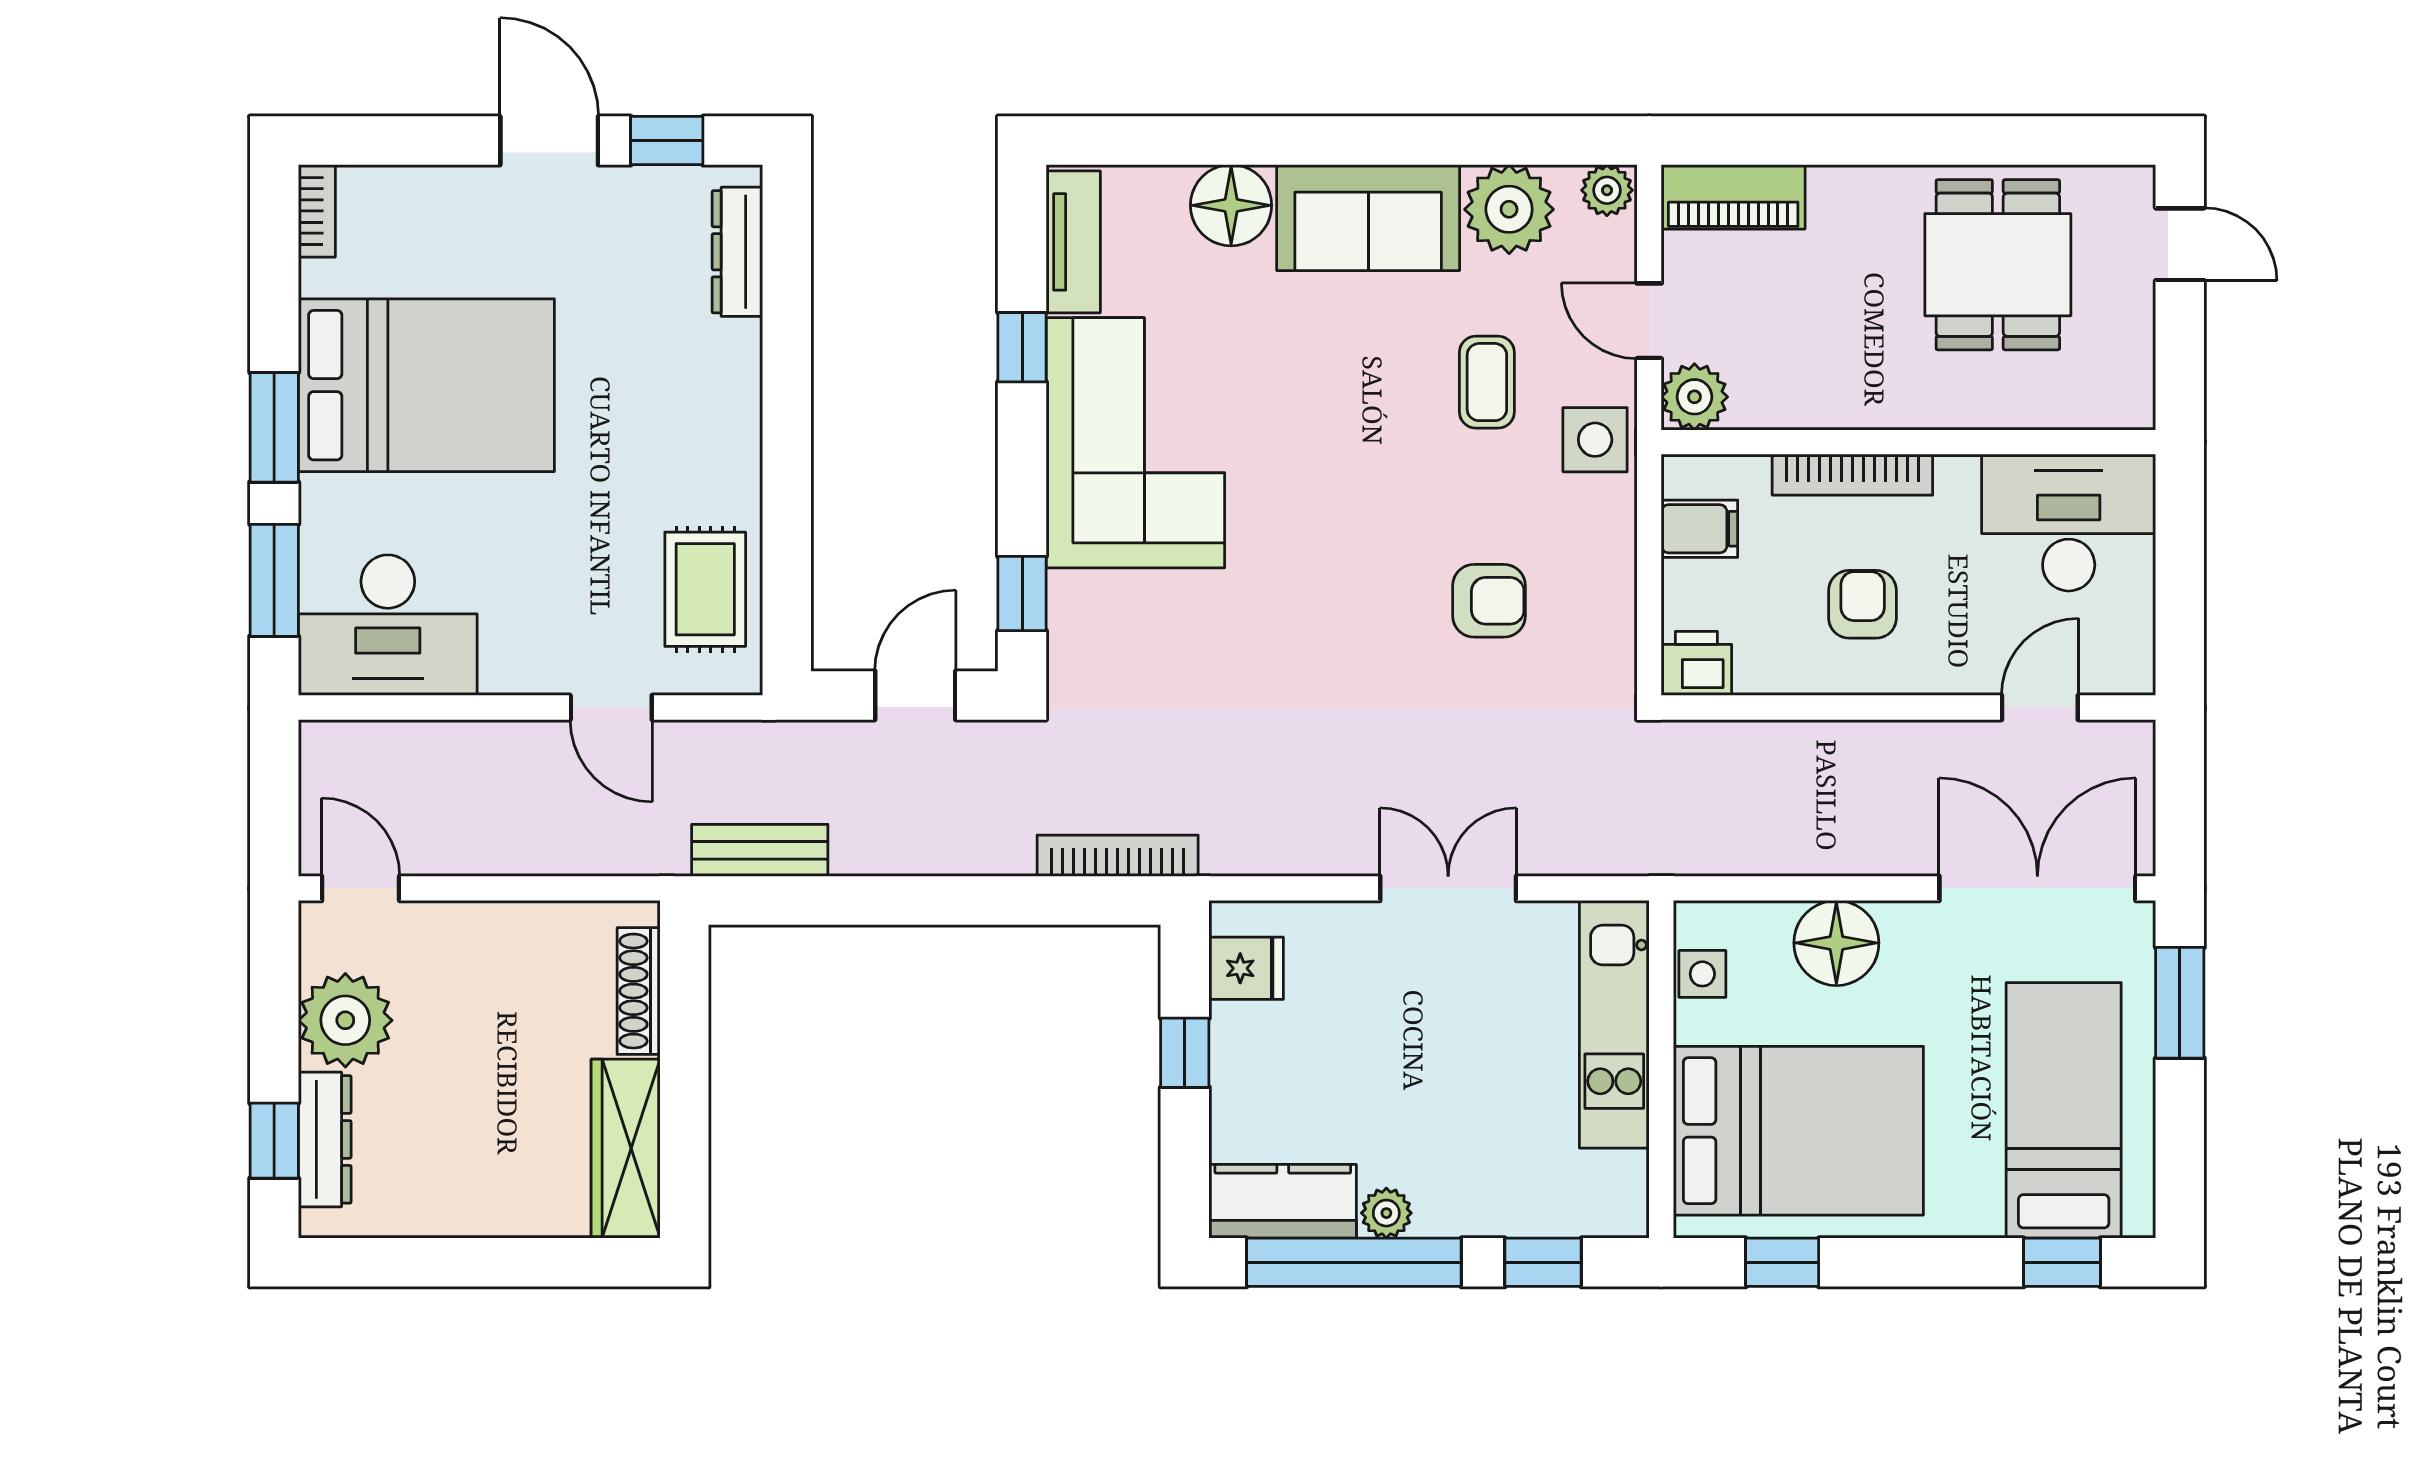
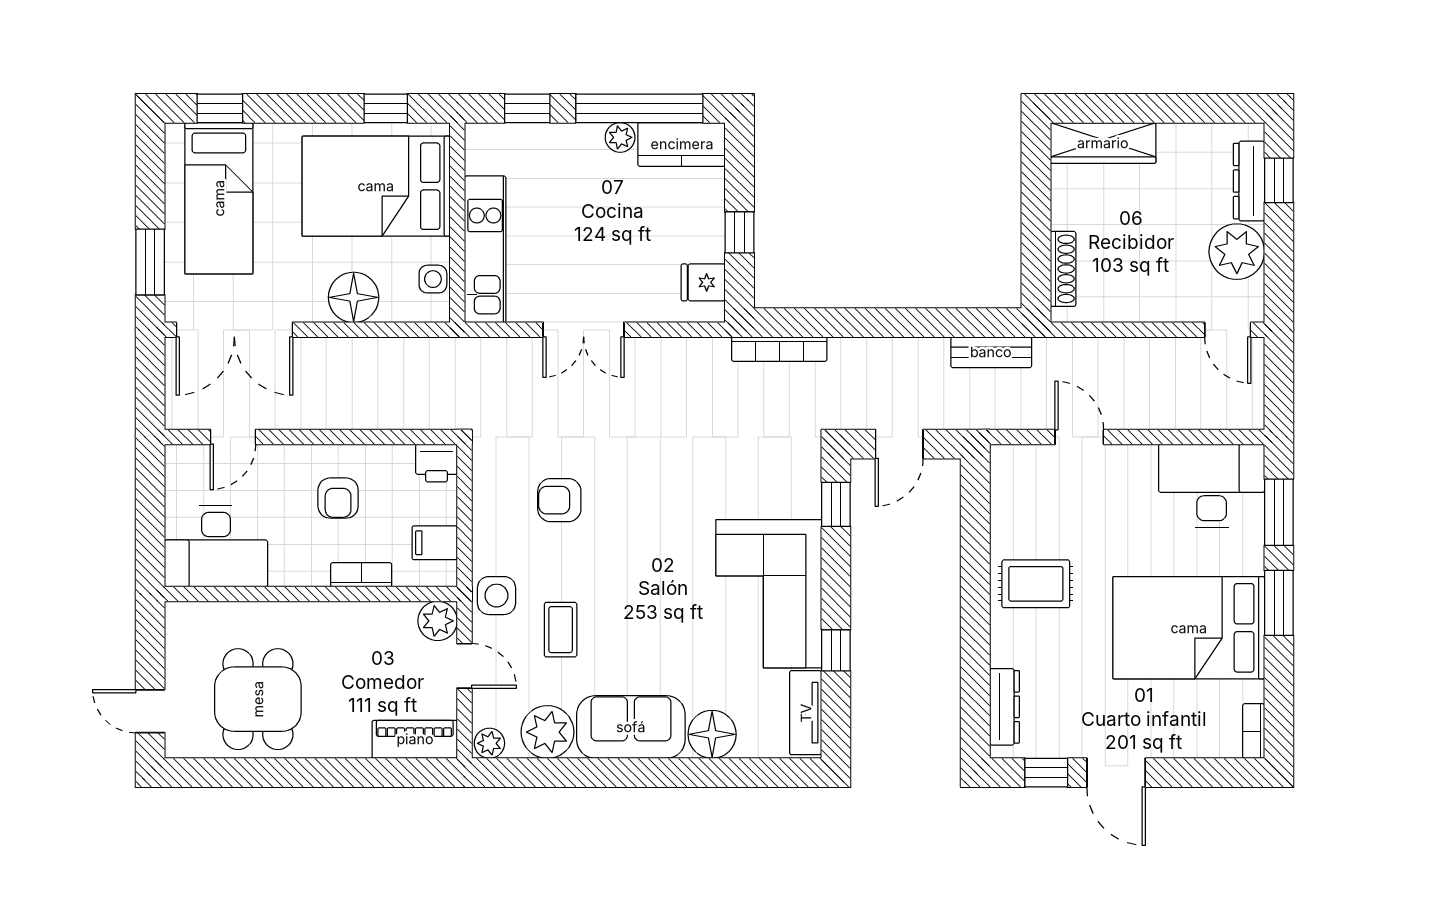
bookcase: (1852, 475) -> (361, 575), width x0.64
rug: (705, 589) -> (1036, 584), moved, turned 90
wardrobe: (626, 1148) -> (1103, 143), moved, turned 90

